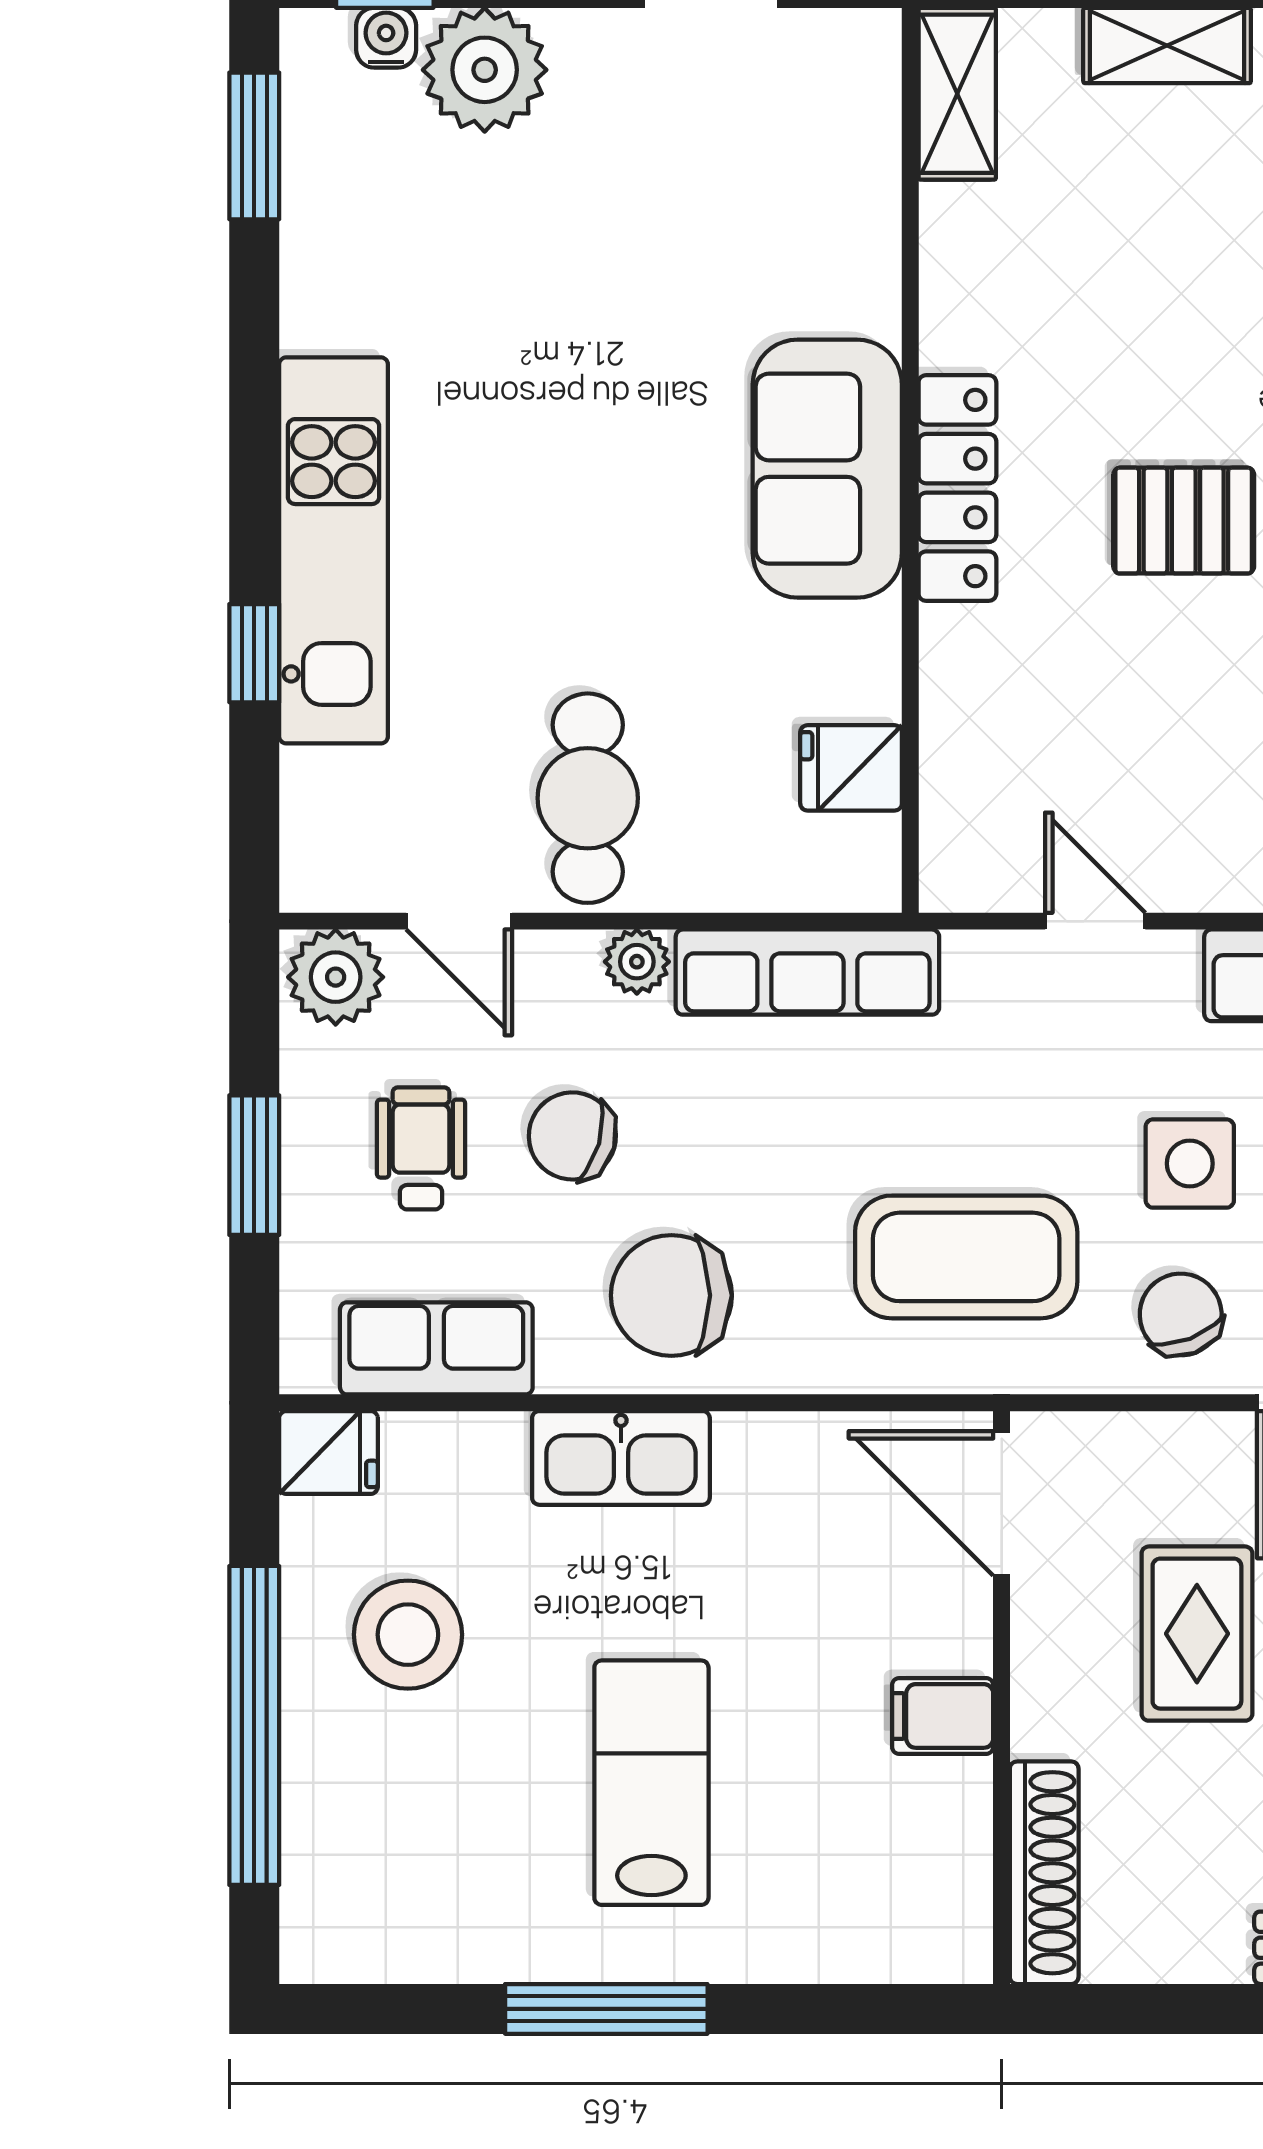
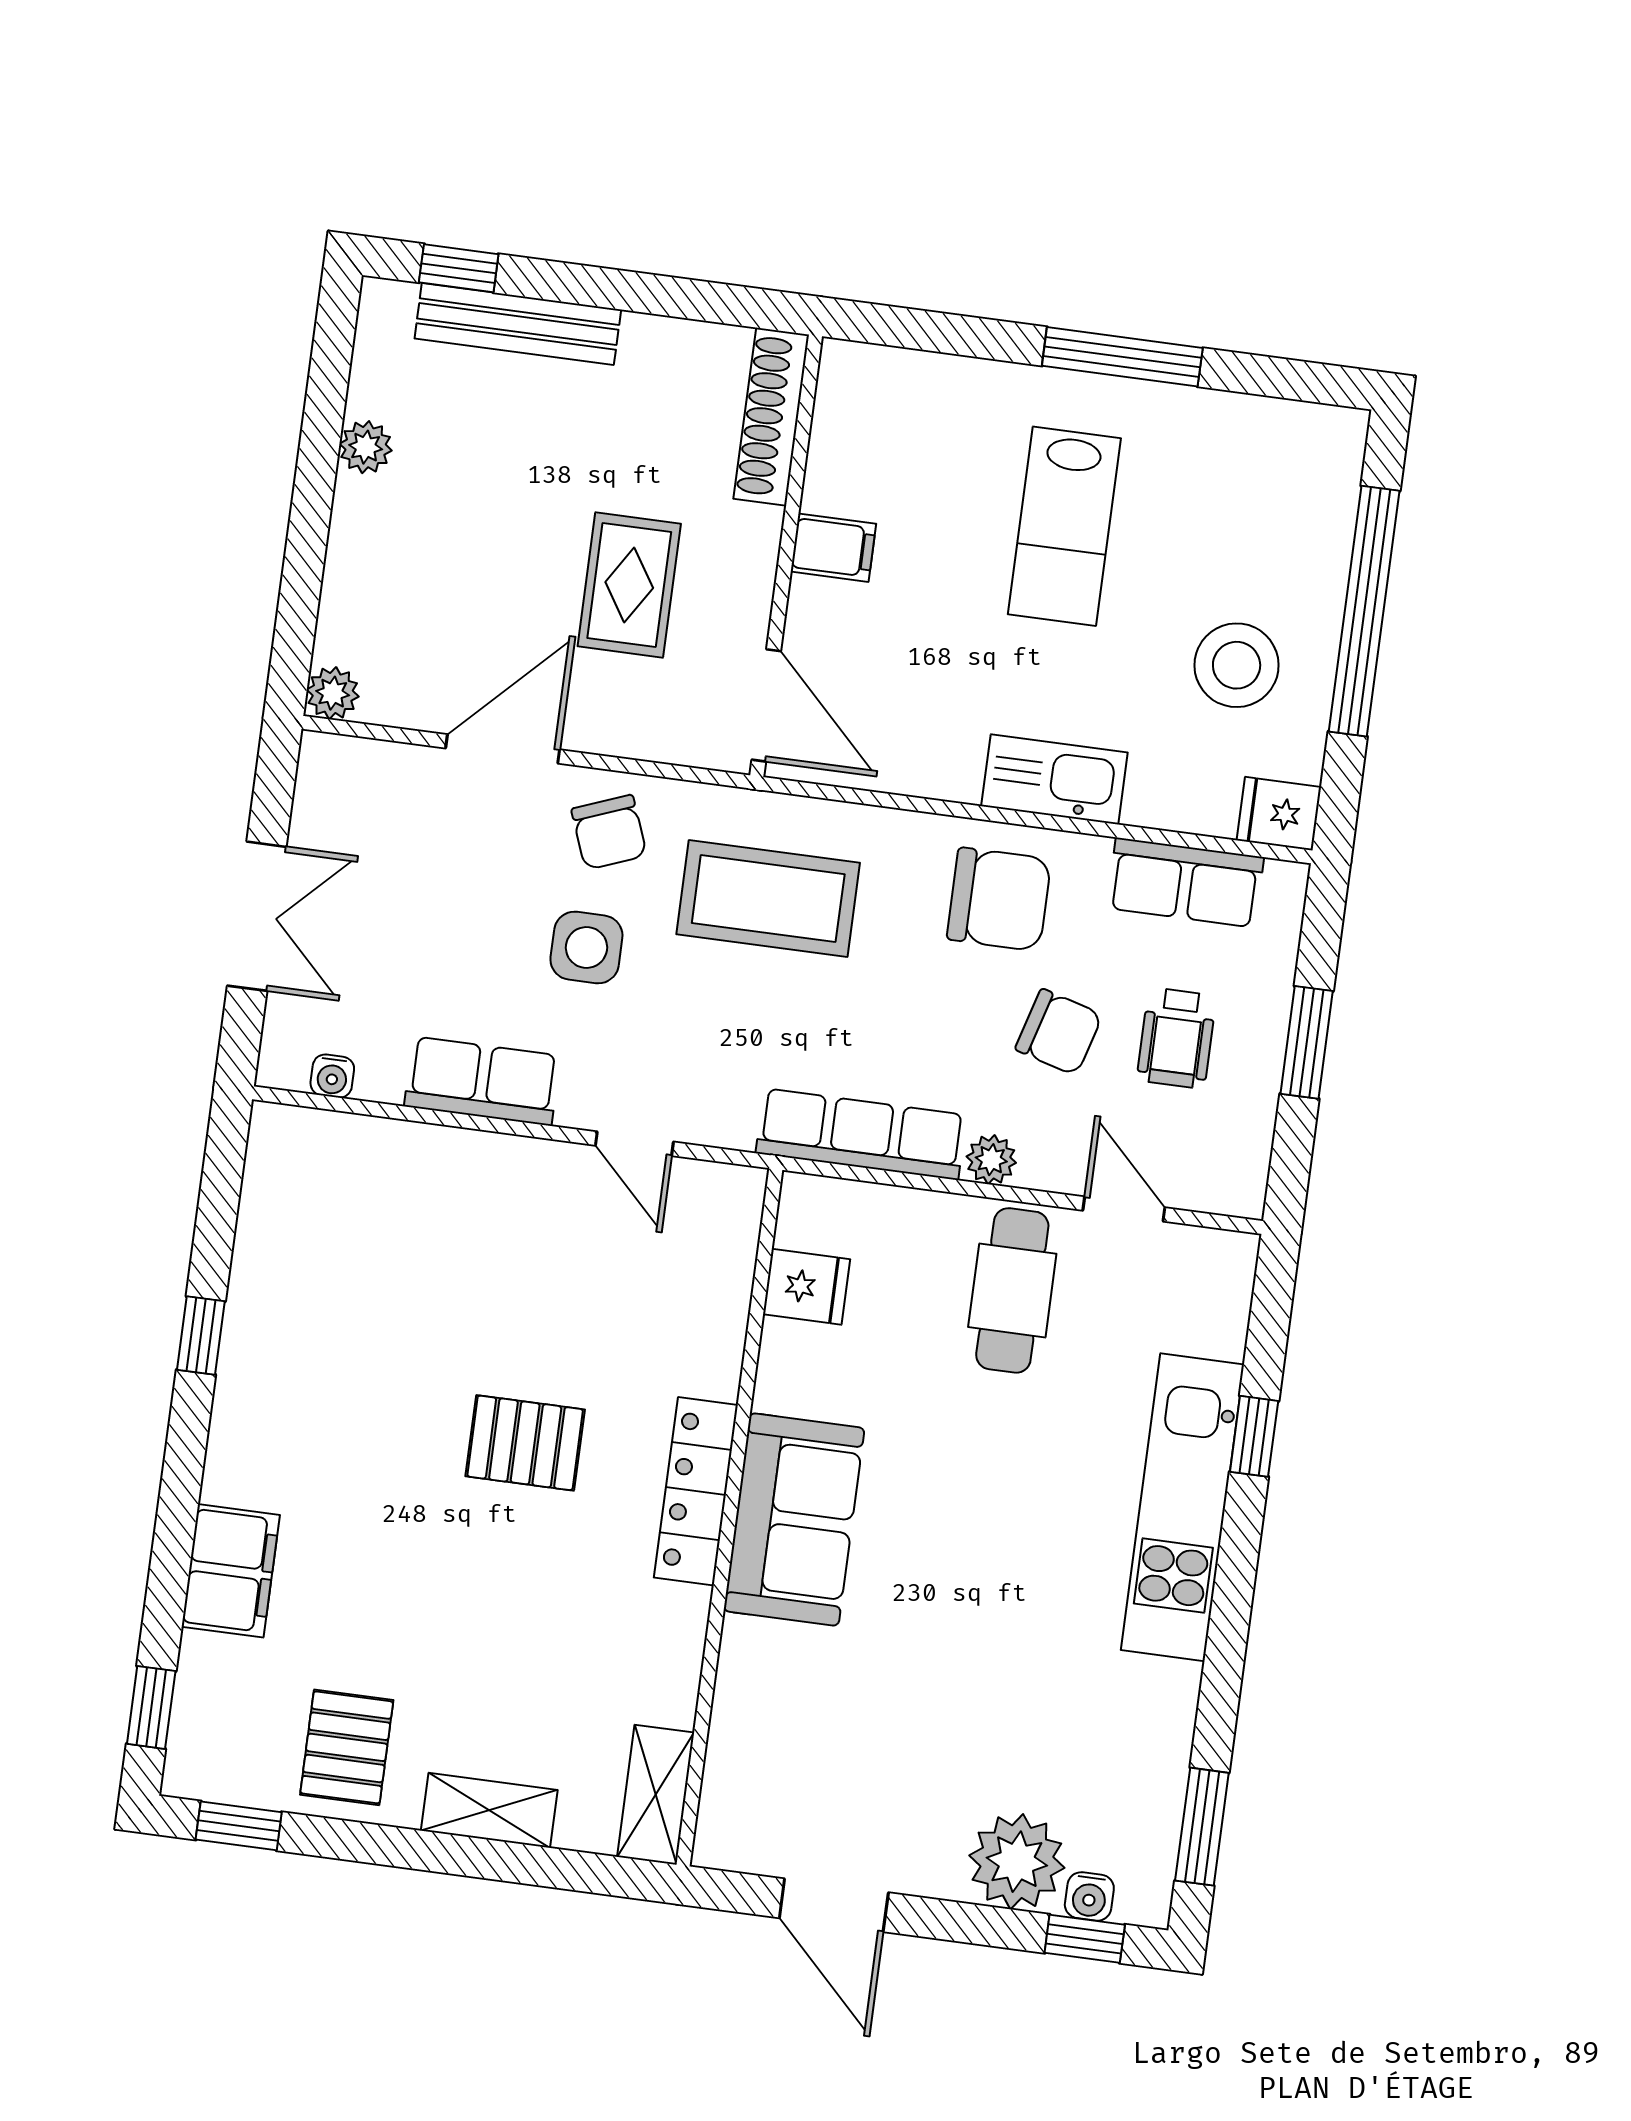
plant: (336, 977) -> (1225, 1179), removed

